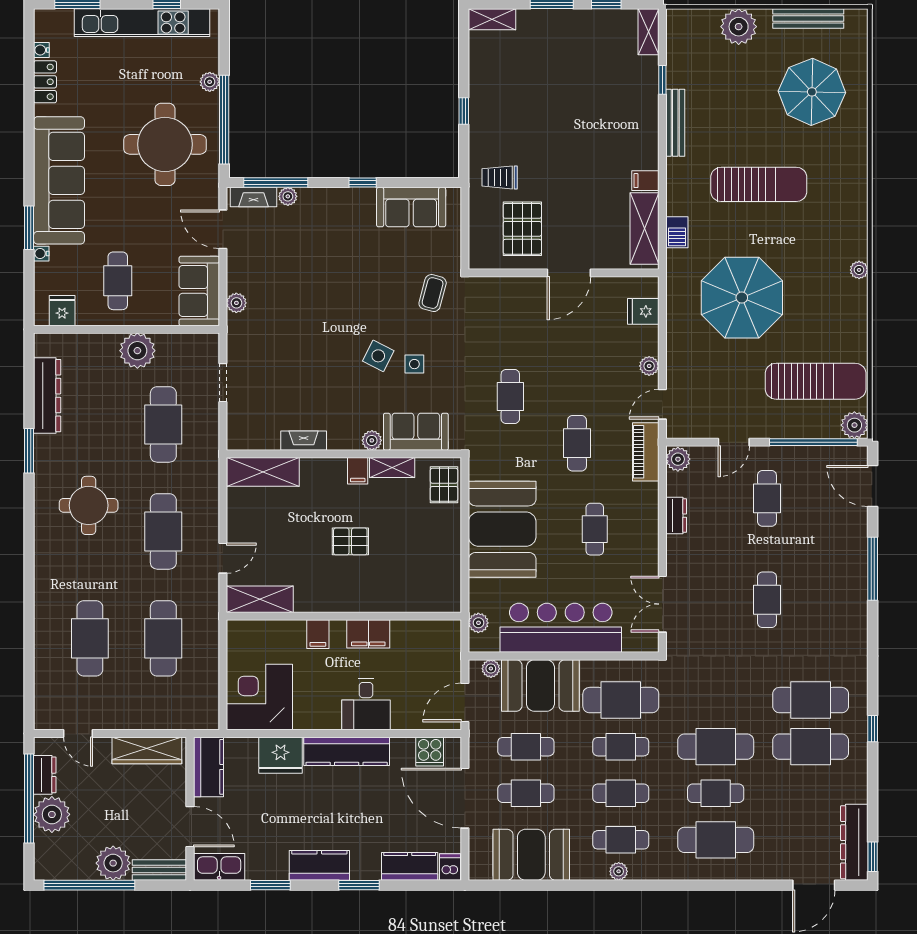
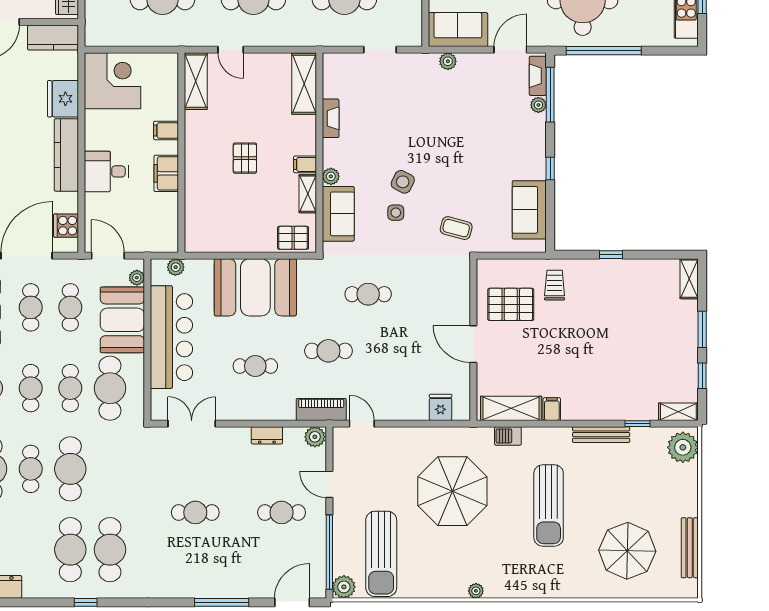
plant: (739, 27) -> (683, 447), moved
plant: (210, 82) -> (636, 38), removed
plant: (649, 366) -> (394, 412), removed

